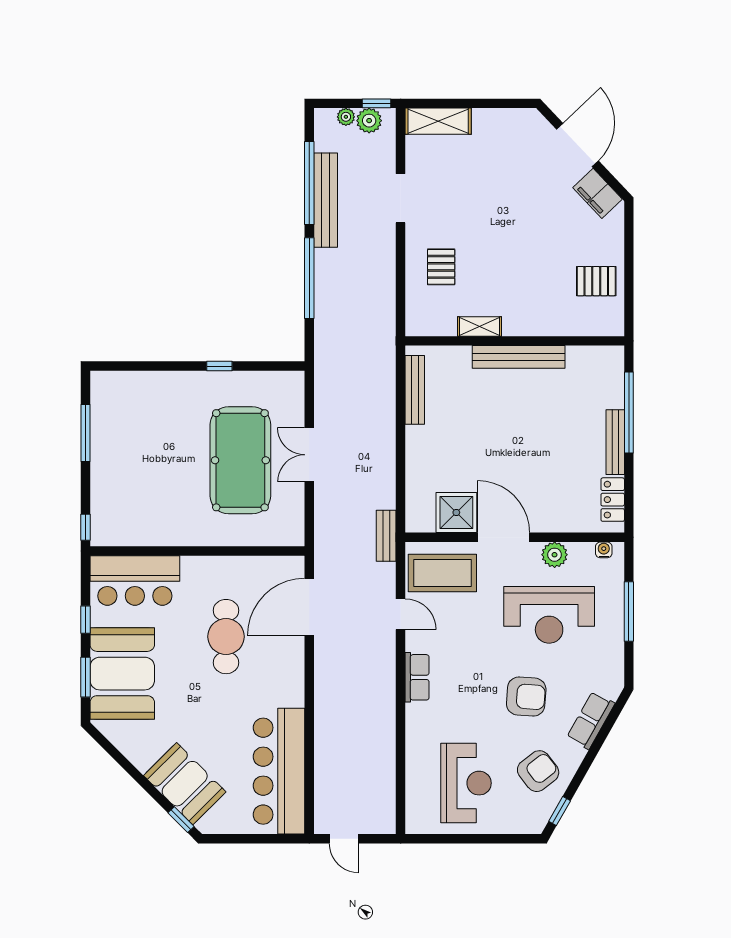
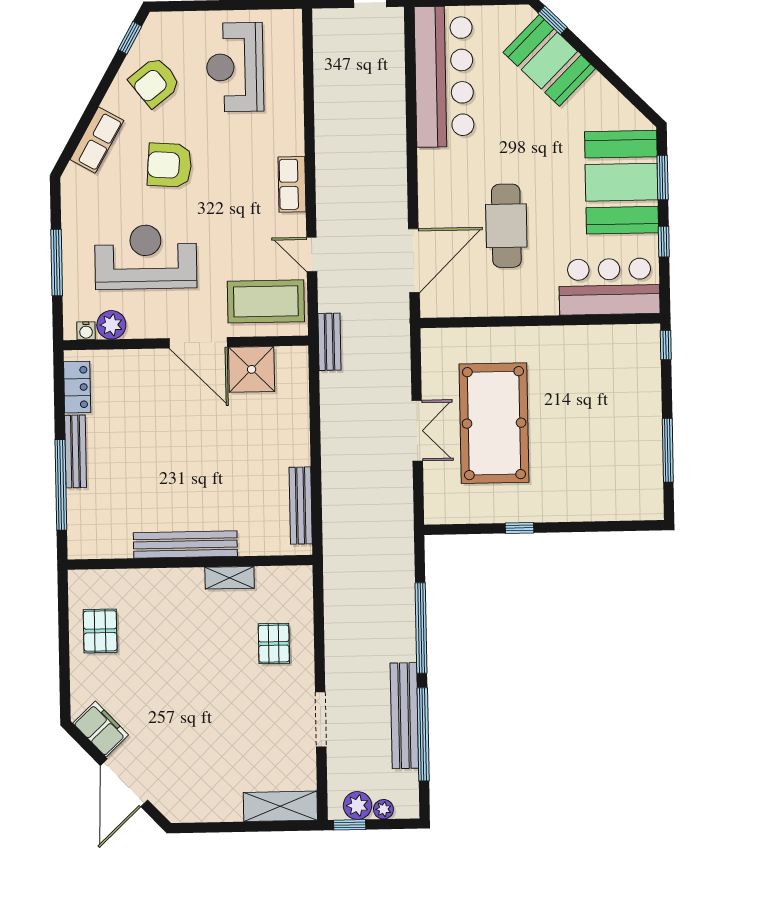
pallet: (596, 281) -> (100, 631), turned 90
plant: (555, 555) -> (111, 325), moved

